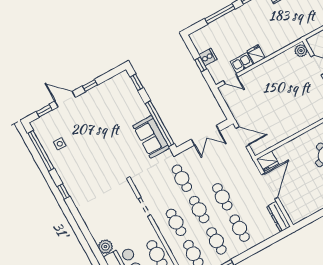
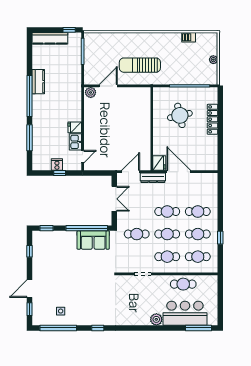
window: (90, 86) -> (30, 251), moved
dresser: (278, 217) -> (153, 178), moved

